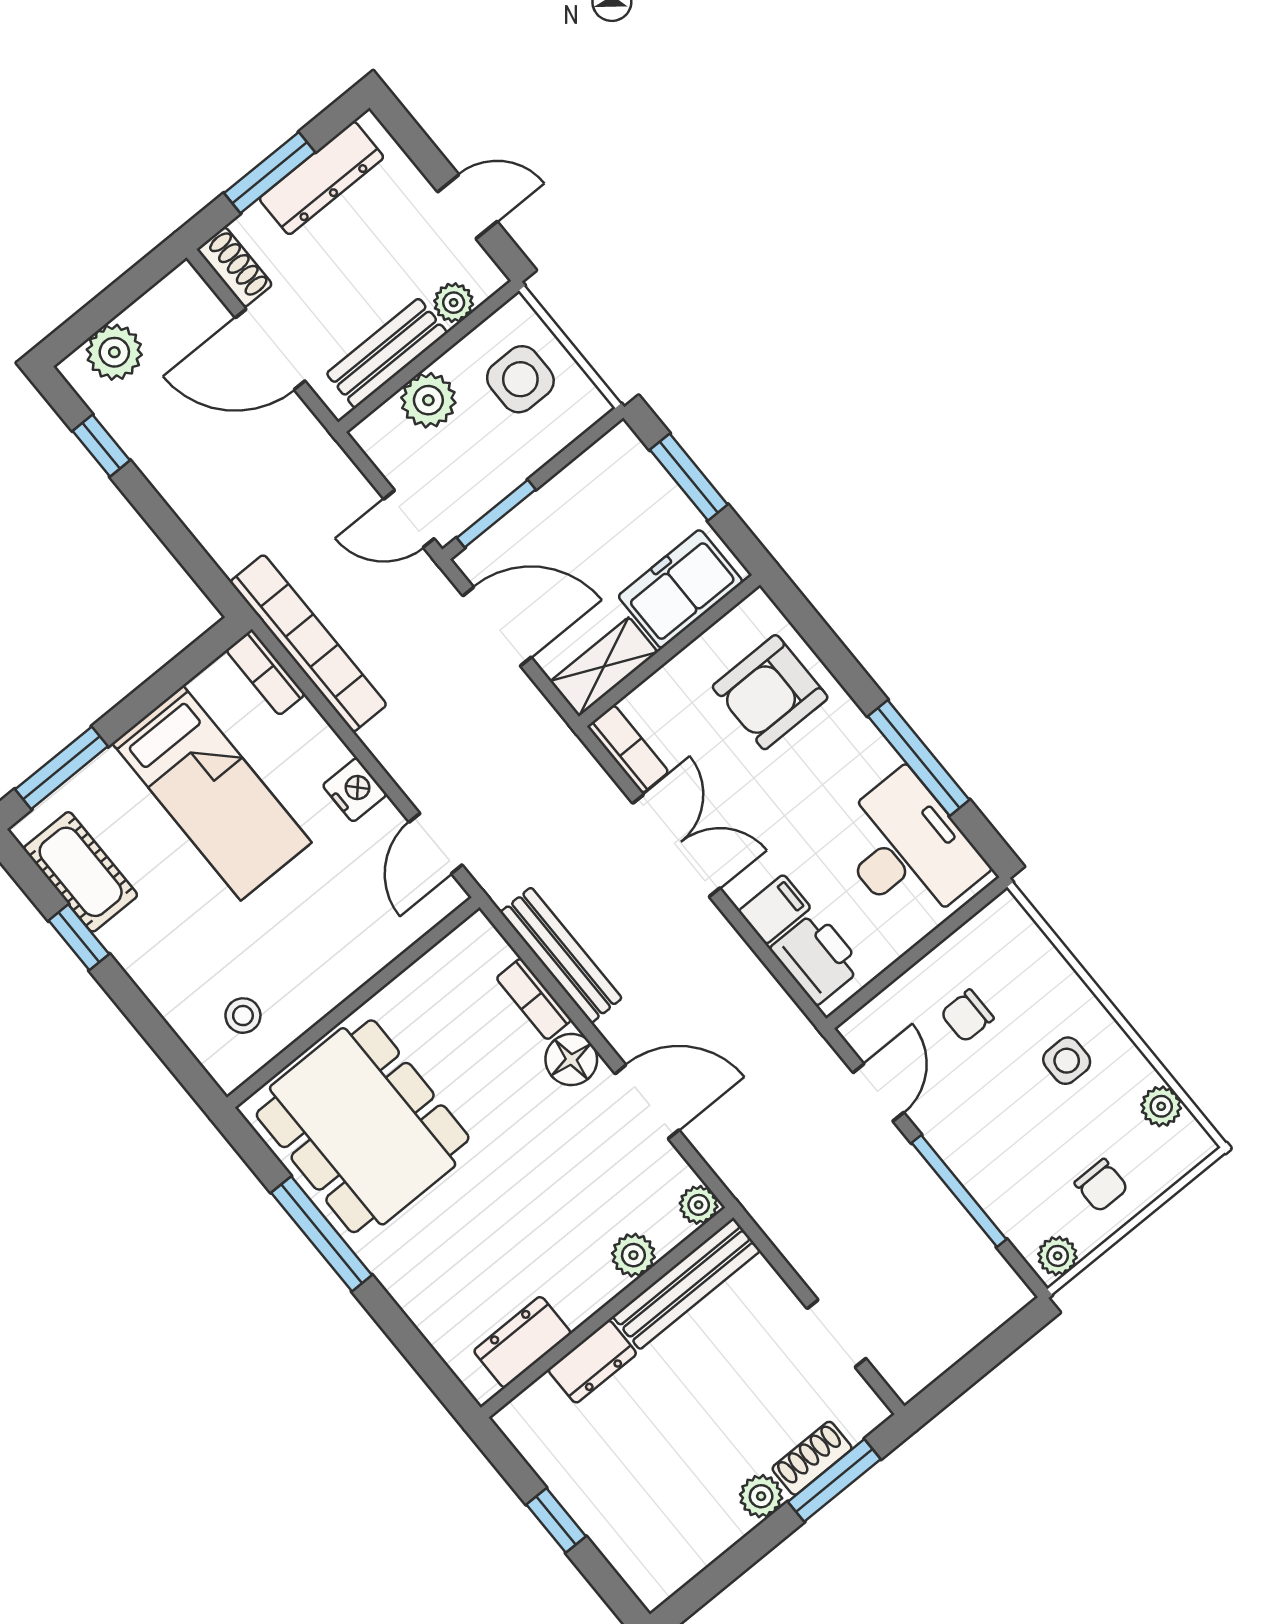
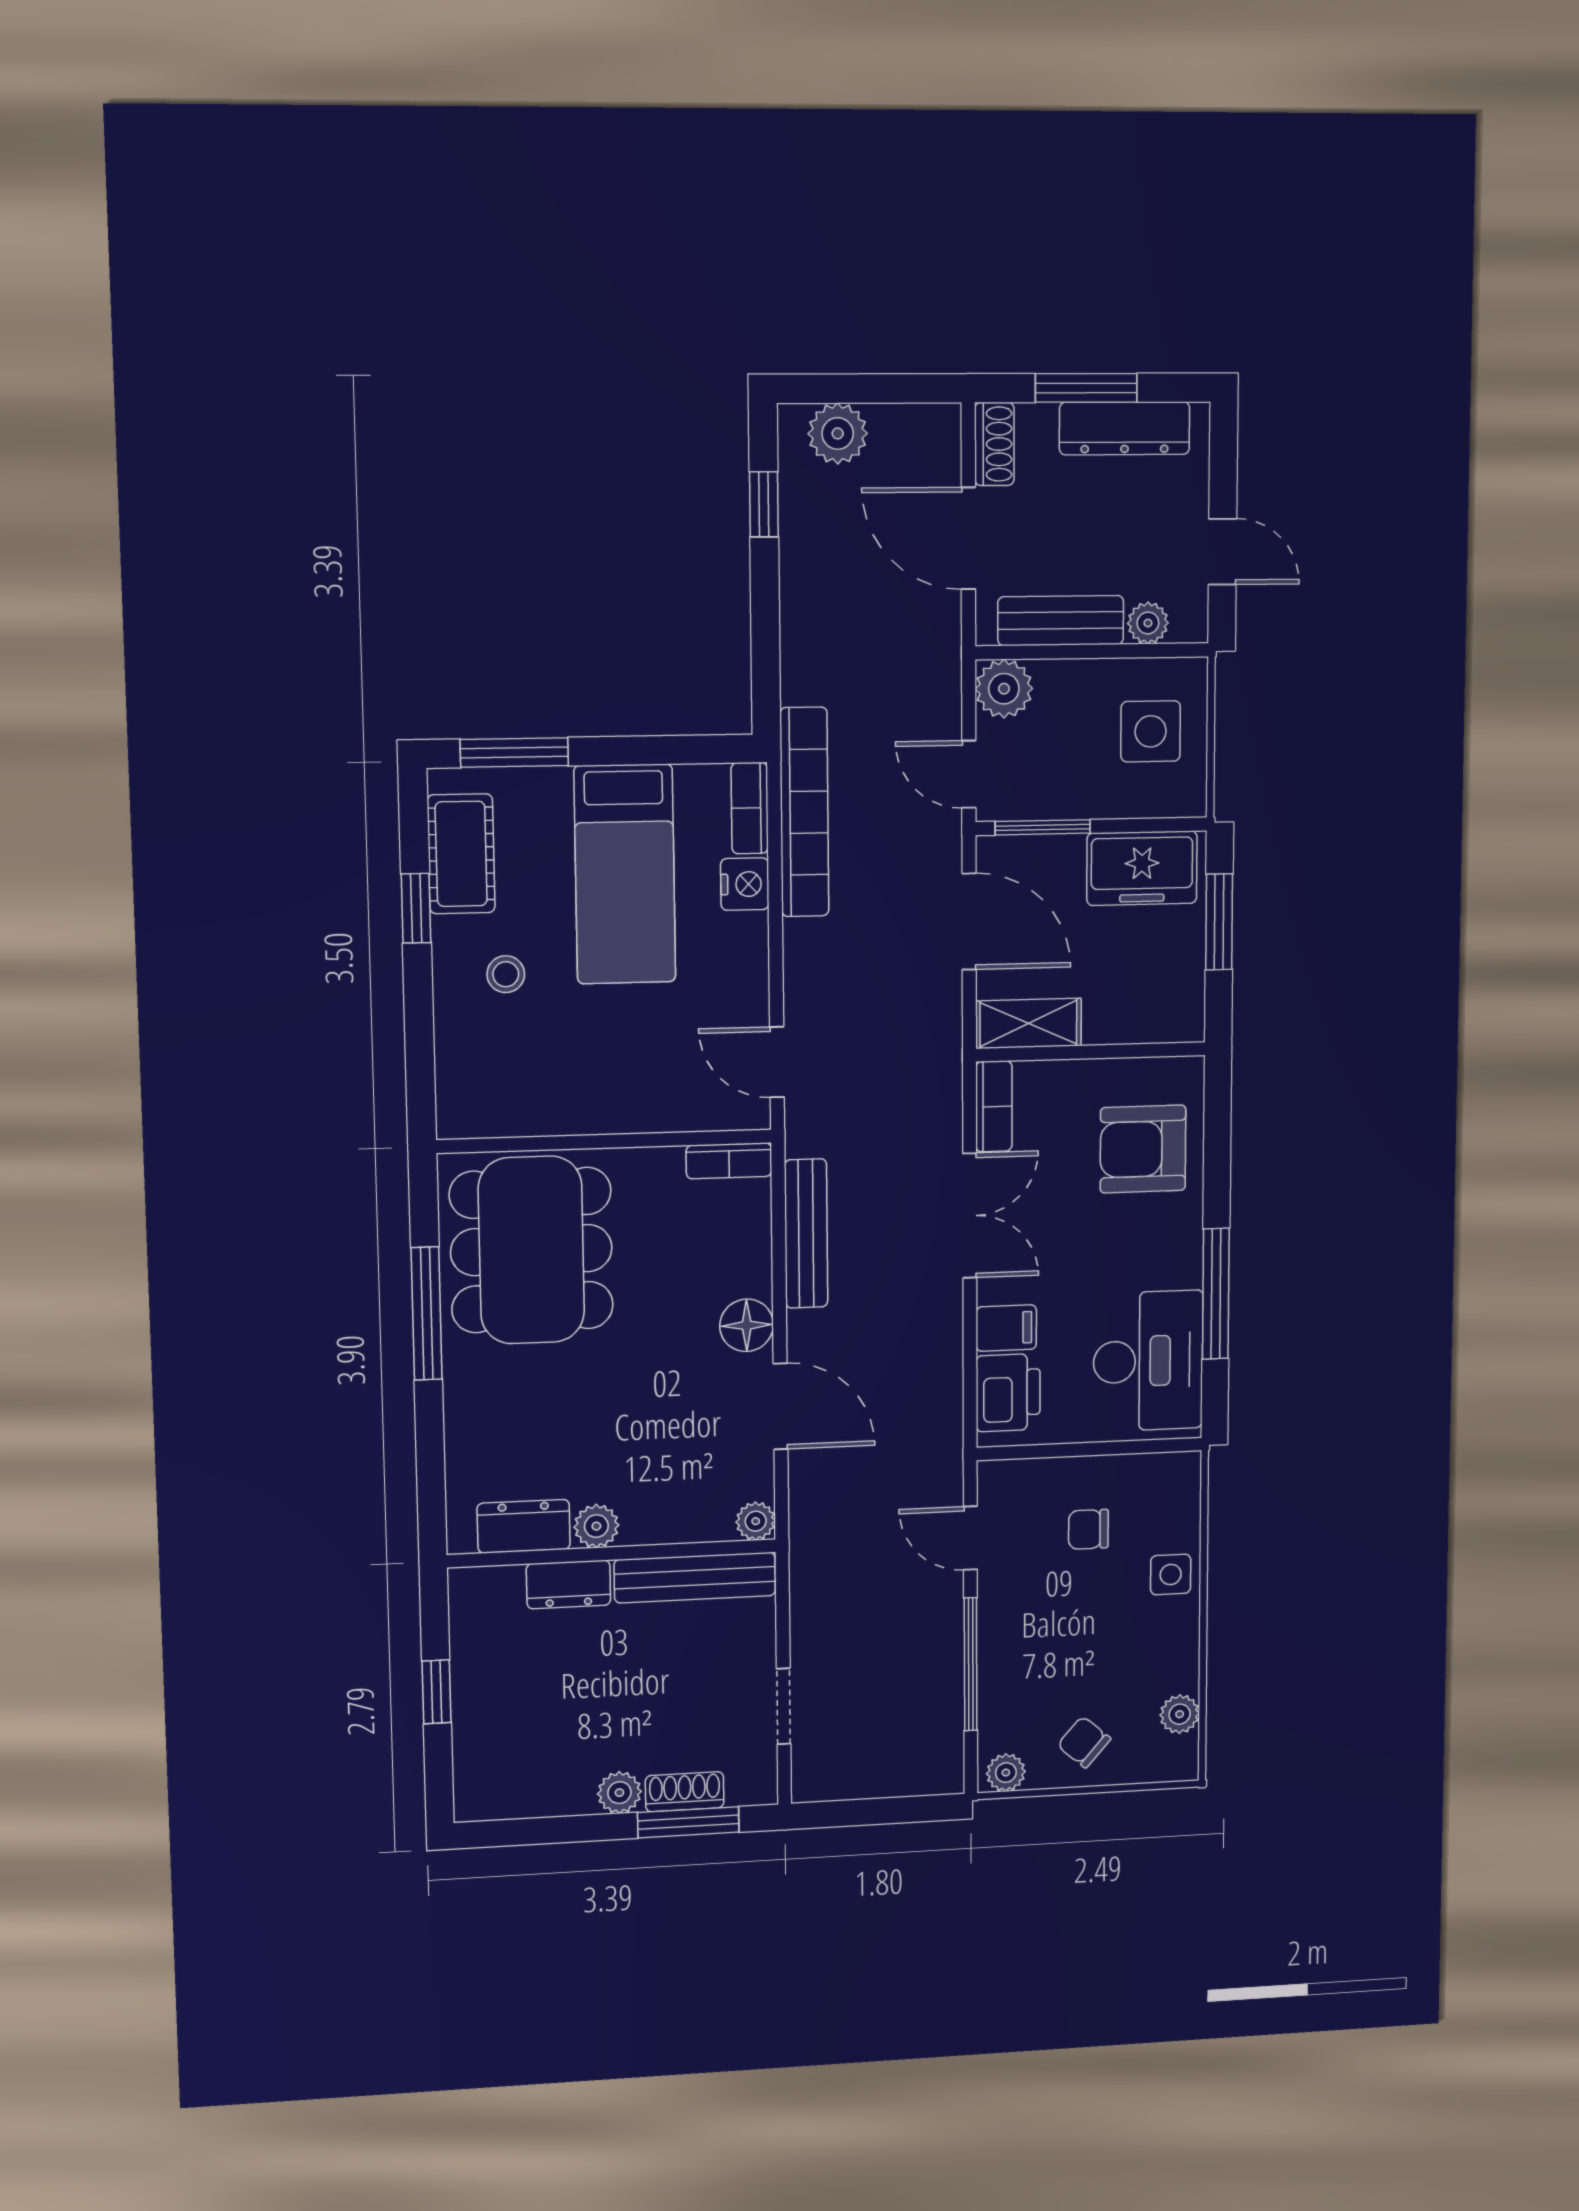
plant: (428, 400) -> (1004, 689), moved
freezer: (680, 589) -> (1142, 868), moved, turned 180
nightstand: (355, 790) -> (745, 884), moved
door: (436, 844) -> (777, 1062), hinge flipped
bookcase: (534, 999) -> (729, 1161), moved, turned -90
stool: (243, 1016) -> (506, 974), moved
side table: (1067, 1061) -> (1171, 1574), moved
door: (878, 1092) -> (970, 1538), swing flipped
chair: (1101, 1185) -> (1084, 1742), turned 131
plant: (633, 1255) -> (596, 1526), moved

